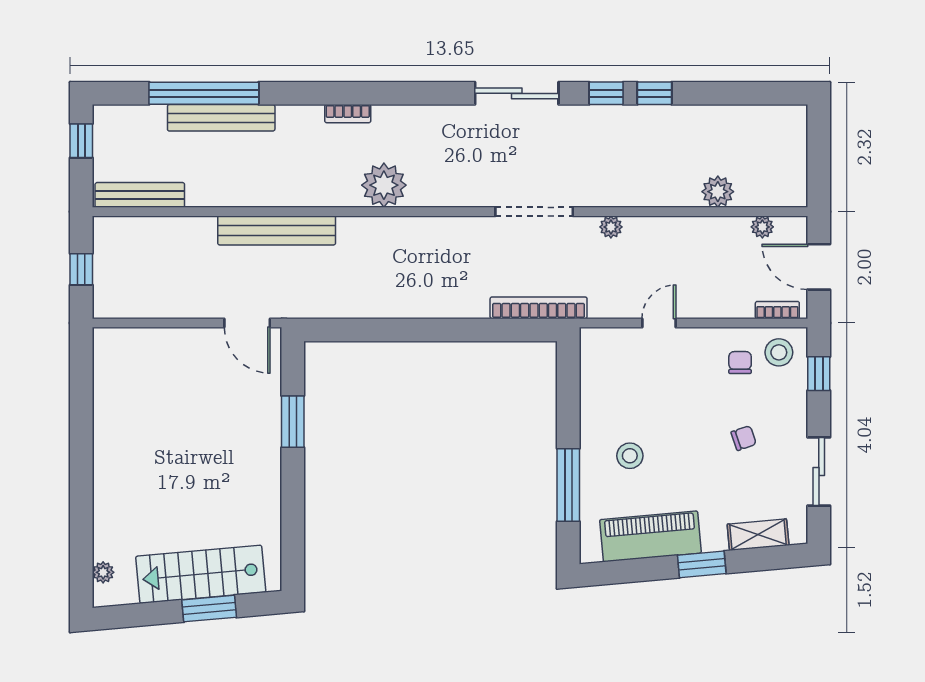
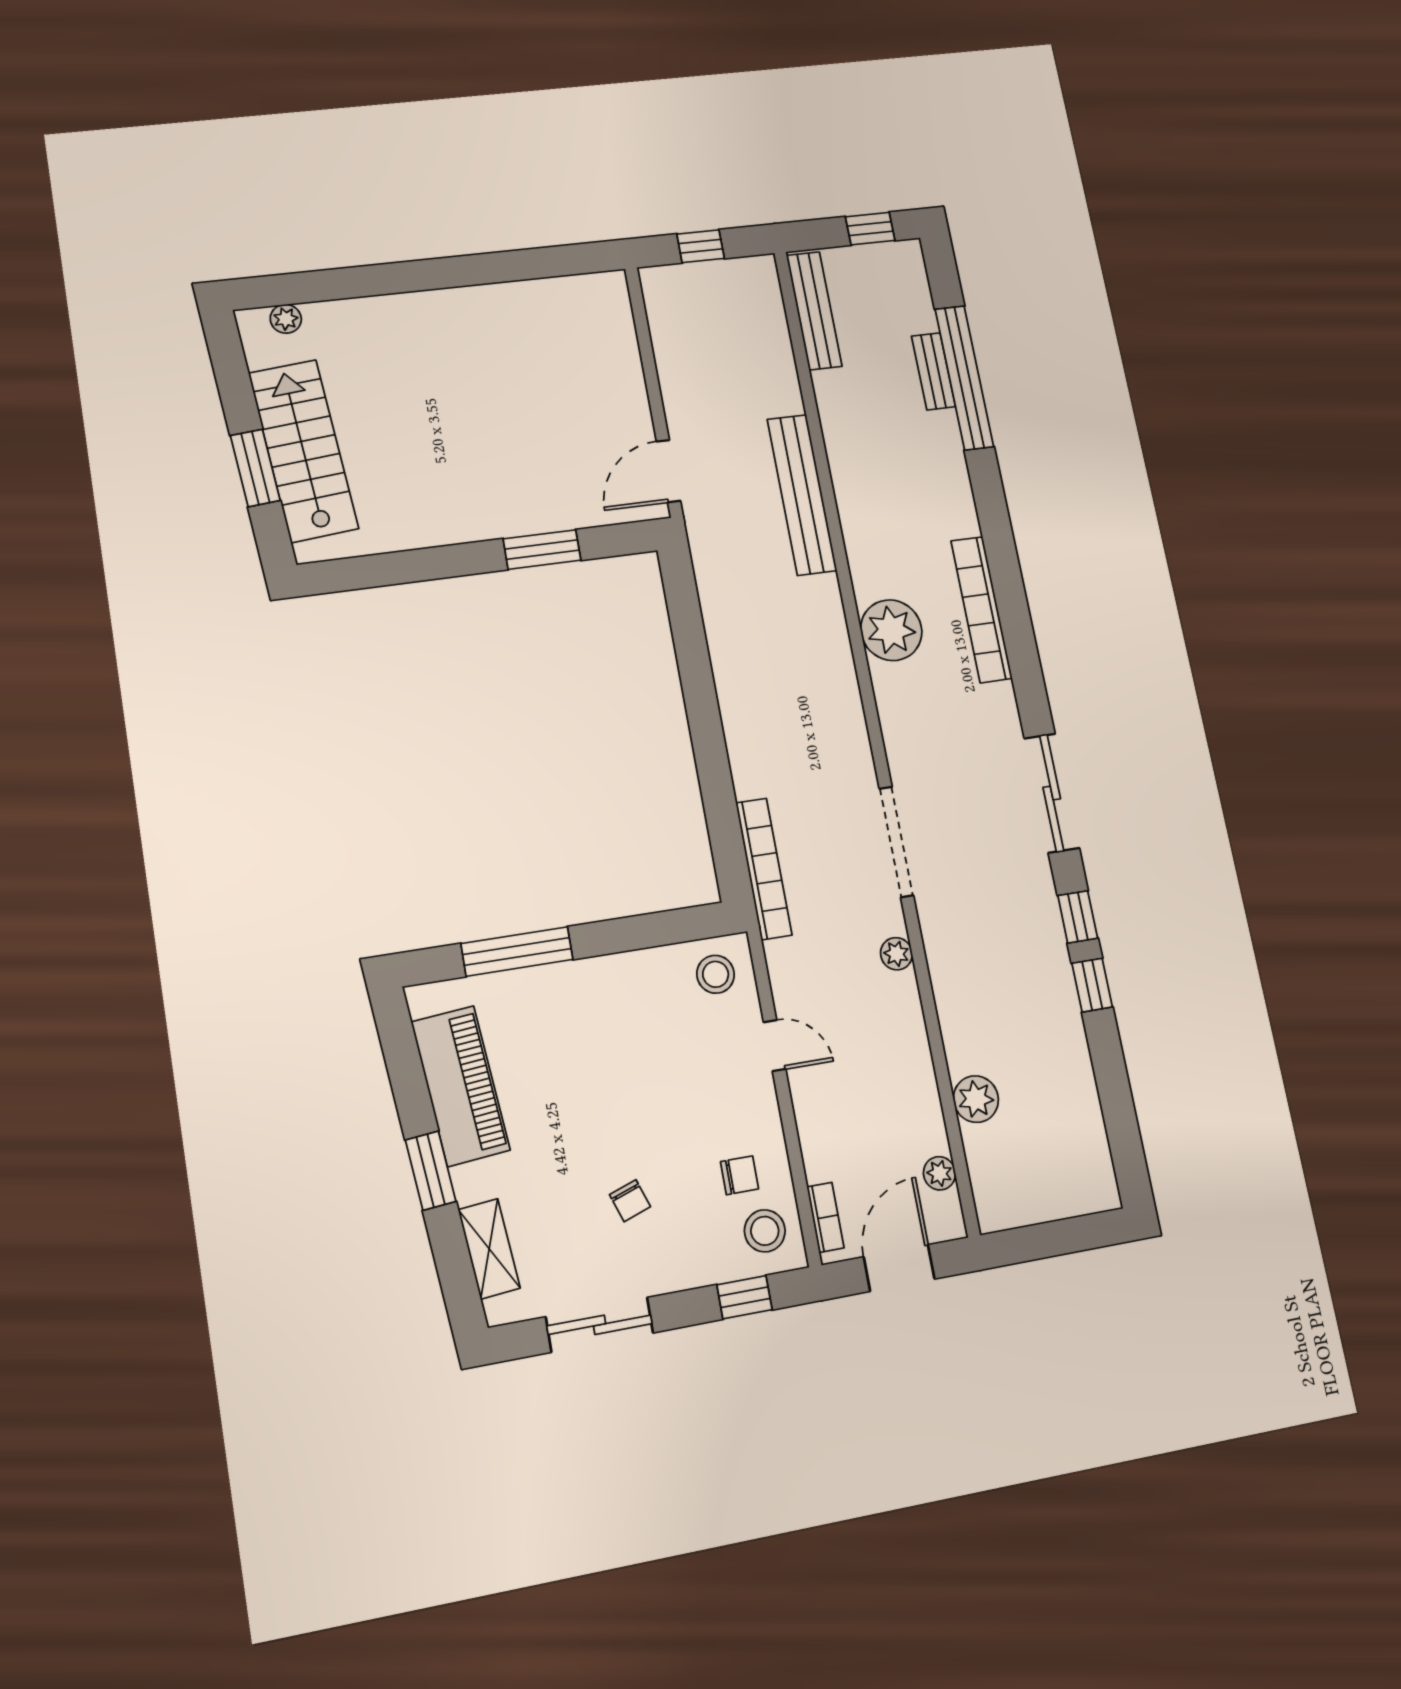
bookcase: (348, 114) -> (982, 609), width x2.31, depth x1.31
bench: (221, 118) -> (933, 371), width x0.54, depth x0.82
stool: (630, 456) -> (716, 974), moved

